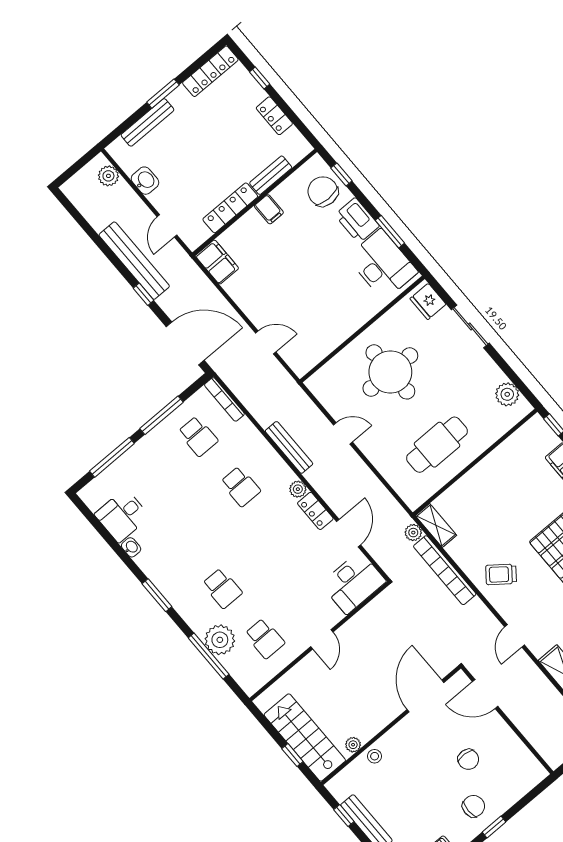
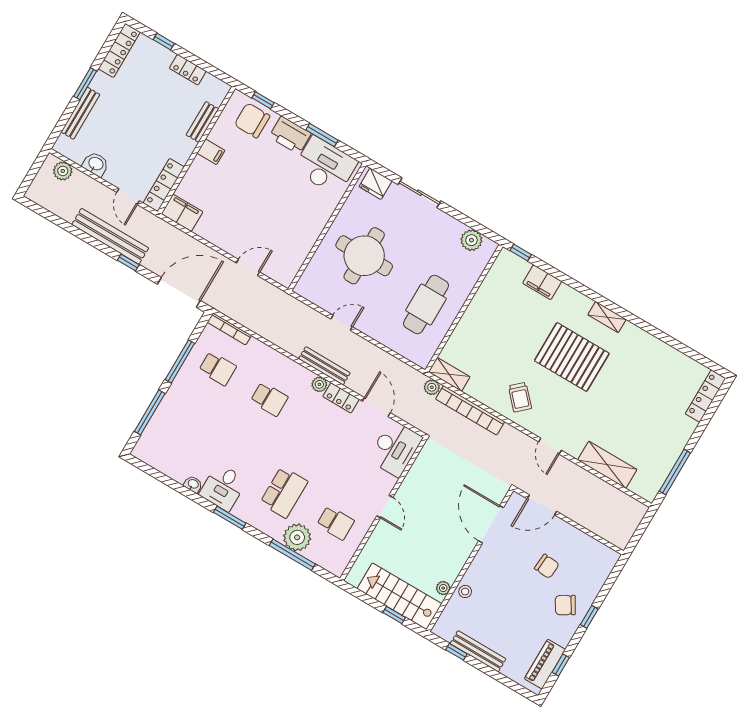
locker: (230, 208) -> (164, 185), moved
bench: (289, 447) -> (324, 366), moved
desk: (122, 515) -> (223, 487), moved
trolley: (501, 574) -> (520, 397), turned -81
school desk: (222, 588) -> (284, 492), width x1.85
chair: (474, 806) -> (565, 605), turned -121

